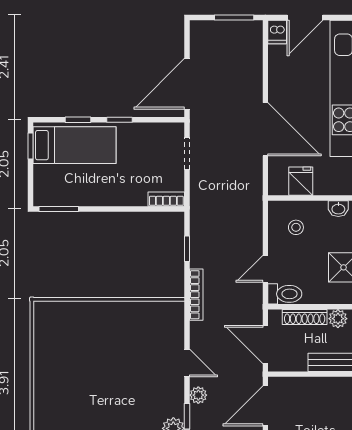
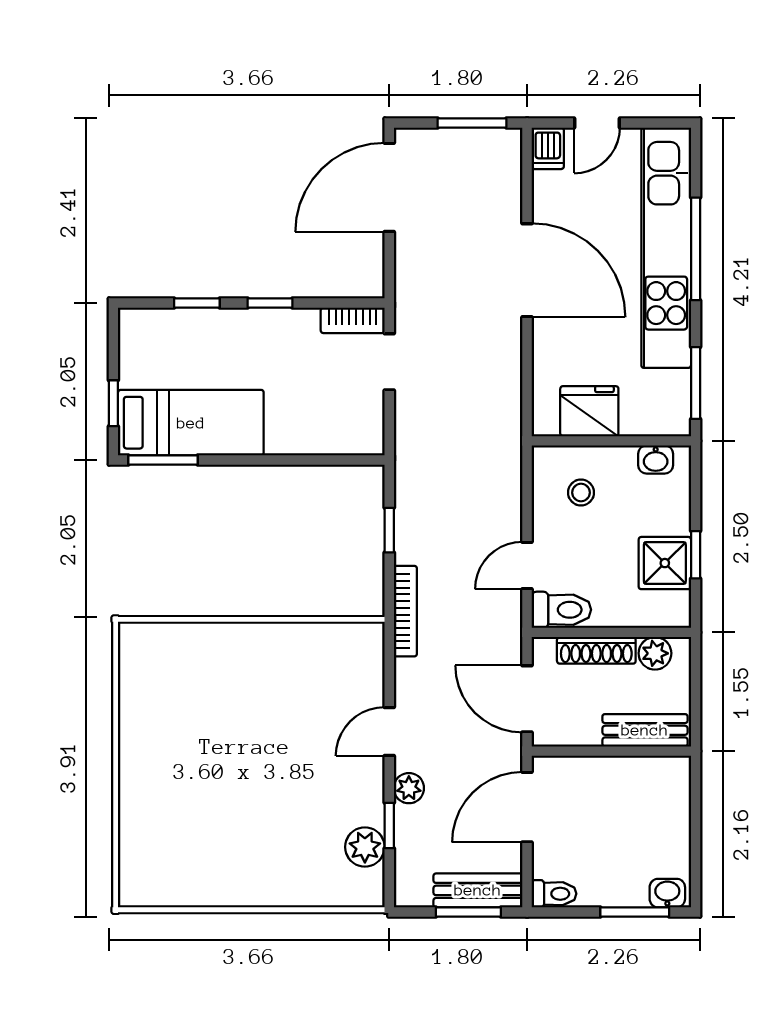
door: (305, 18) -> (597, 123), width x0.73
door: (187, 84) -> (389, 187), moved
door: (265, 129) -> (527, 270), moved
bed: (75, 145) -> (191, 423), moved
window: (31, 146) -> (113, 403), moved
fridge: (301, 181) -> (589, 411), width x1.38
bookcase: (166, 199) -> (353, 320), moved, turned 180
door: (187, 363) -> (389, 732), swing flipped

